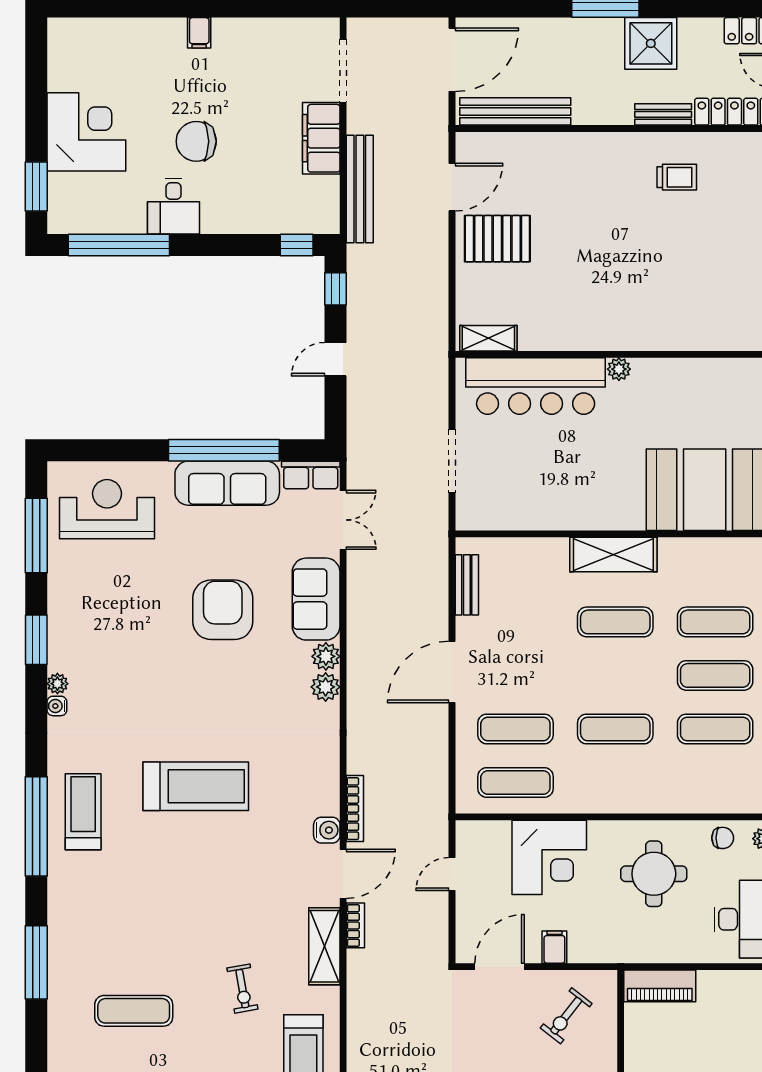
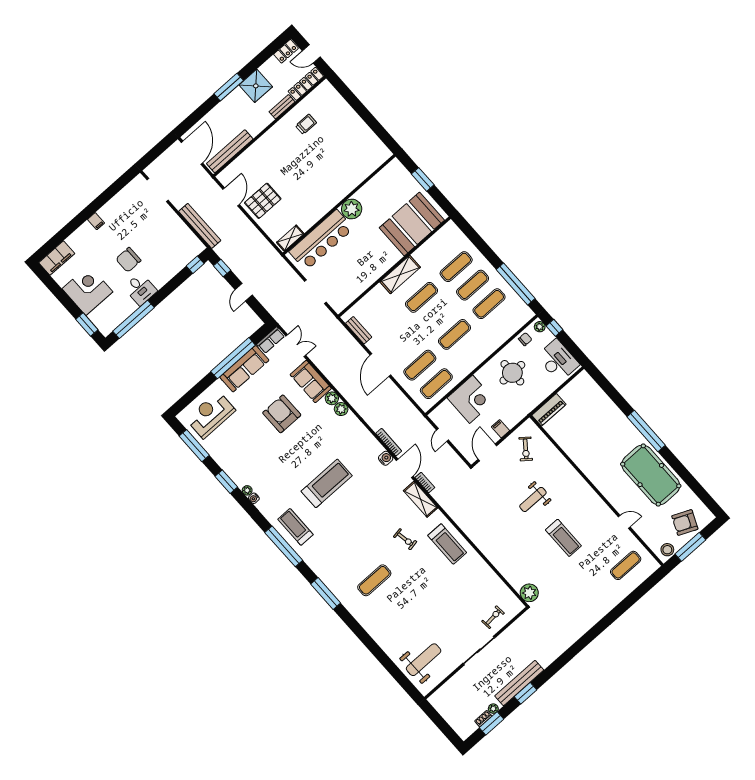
filing cabinet: (321, 138) -> (57, 258), moved, turned -90
plant: (619, 369) -> (352, 209), width x1.88, depth x1.88

